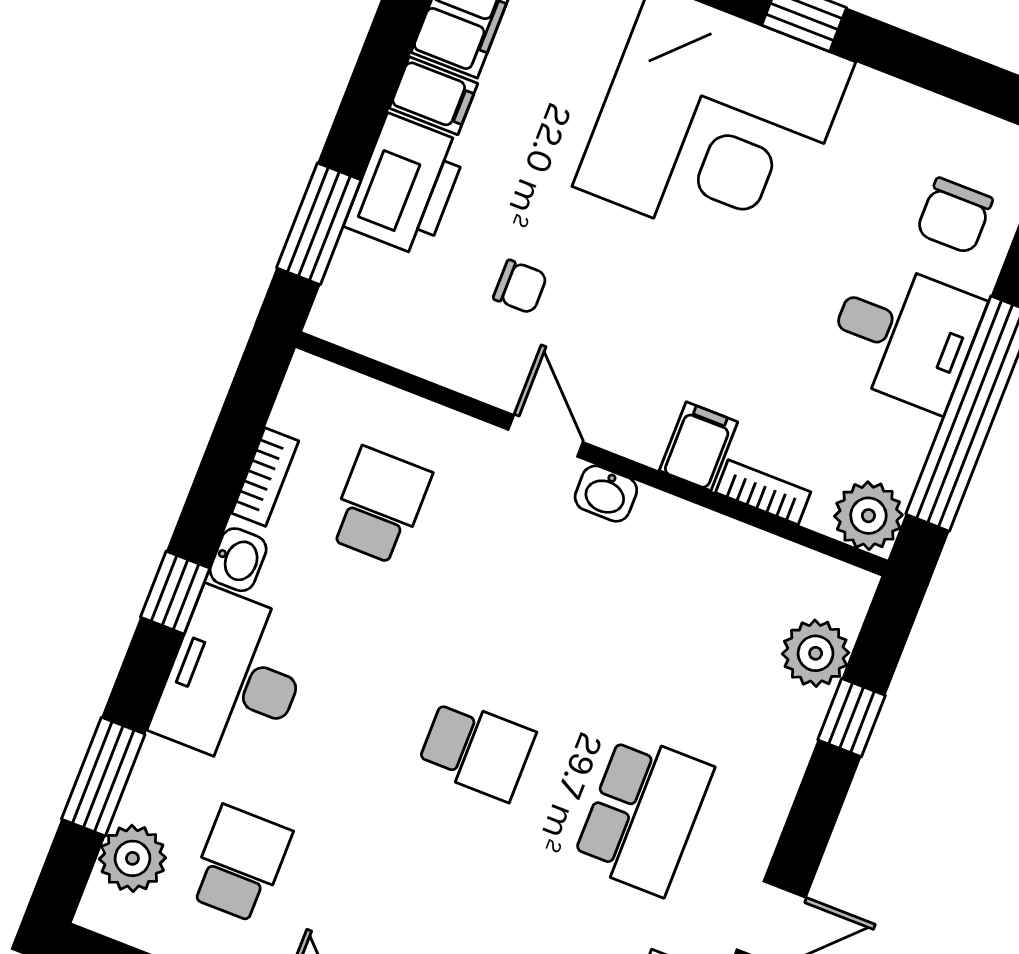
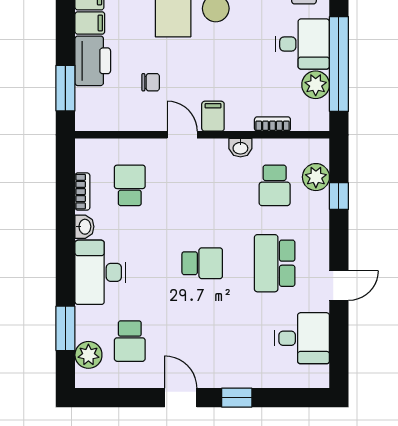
filing cabinet: (699, 446) -> (213, 116), moved
washbasin: (606, 494) -> (240, 148), moved
plant: (868, 516) -> (316, 85), moved
window: (175, 593) -> (65, 248), removed
school desk: (713, 635) -> (275, 185), added
school desk: (643, 814) -> (275, 263), turned 180
school desk: (240, 864) -> (130, 341), turned 180

